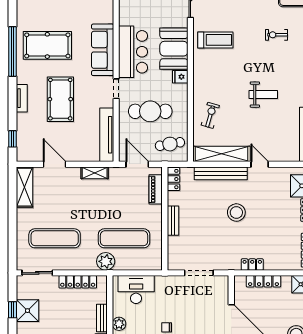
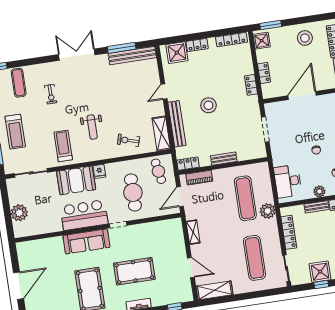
weight bench: (263, 95) -> (92, 127), moved, turned 180
tv unit: (107, 135) -> (159, 227), removed
shelving: (222, 154) -> (161, 134), width x0.68
door: (55, 164) -> (191, 268), swing flipped
locker: (263, 281) -> (264, 73), width x0.66

